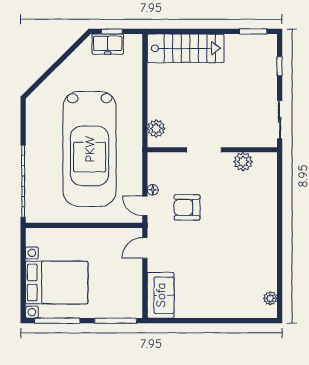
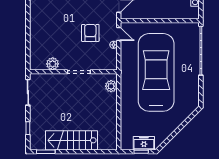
stairs: (186, 48) -> (72, 140), moved
armchair: (187, 207) -> (90, 33), turned -90

